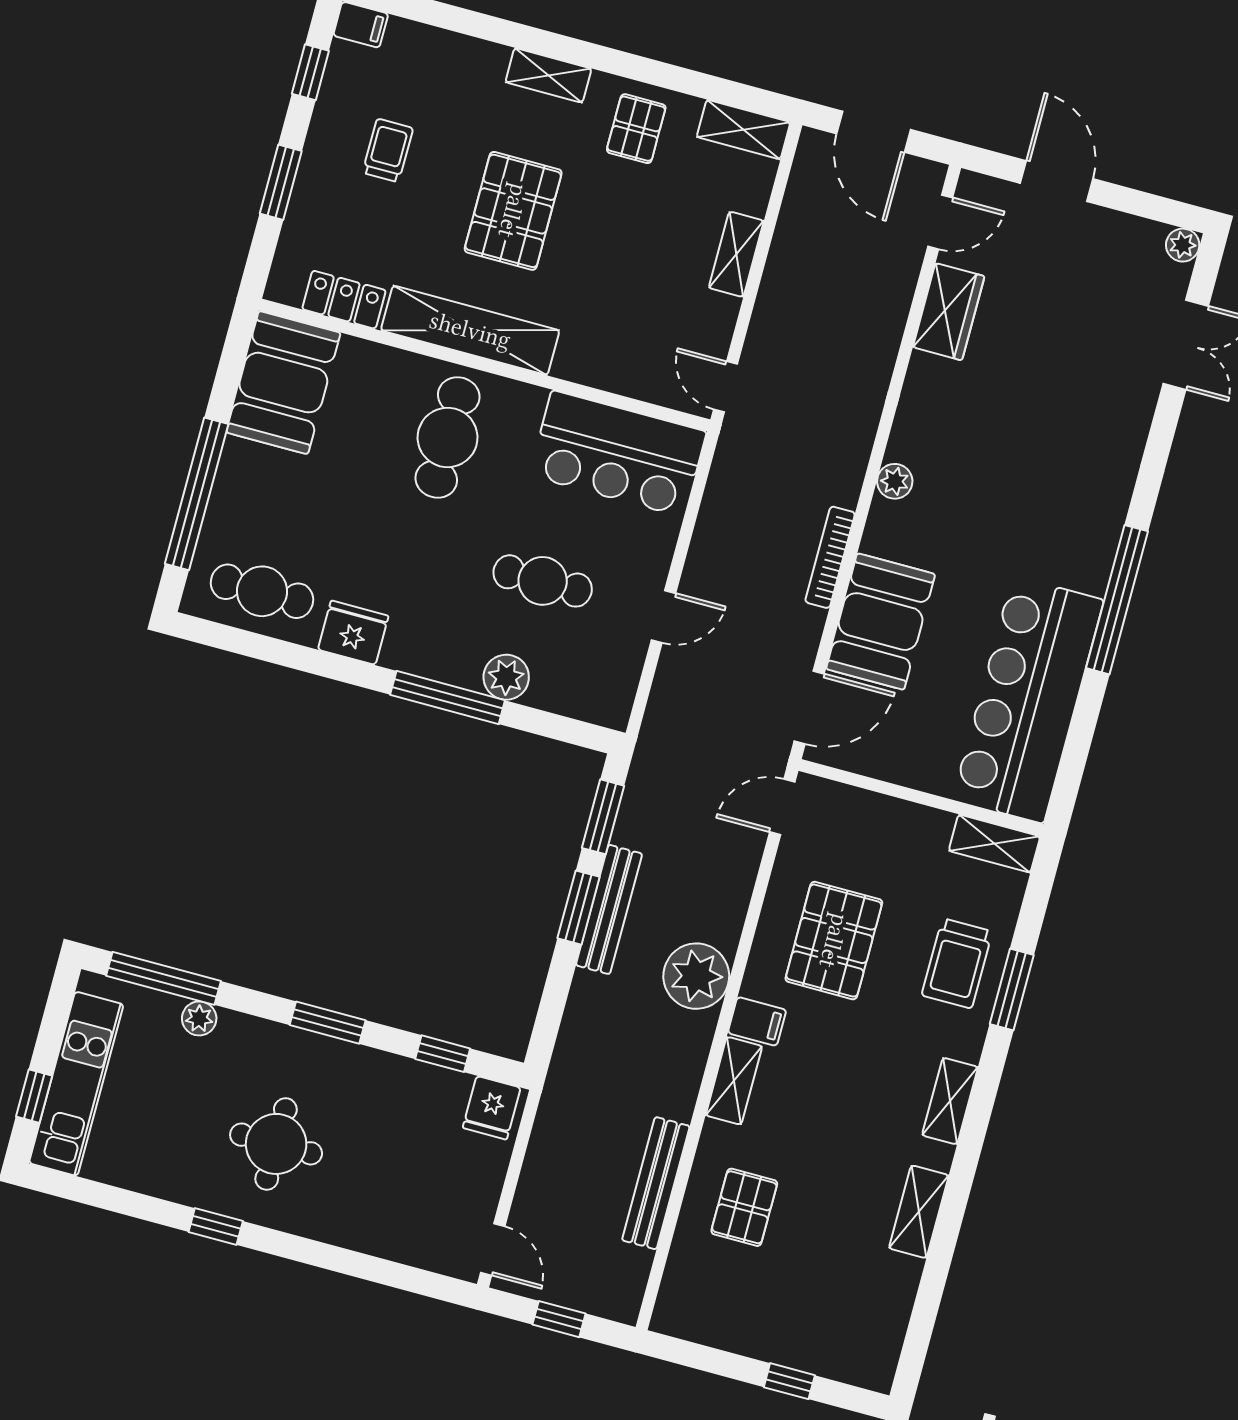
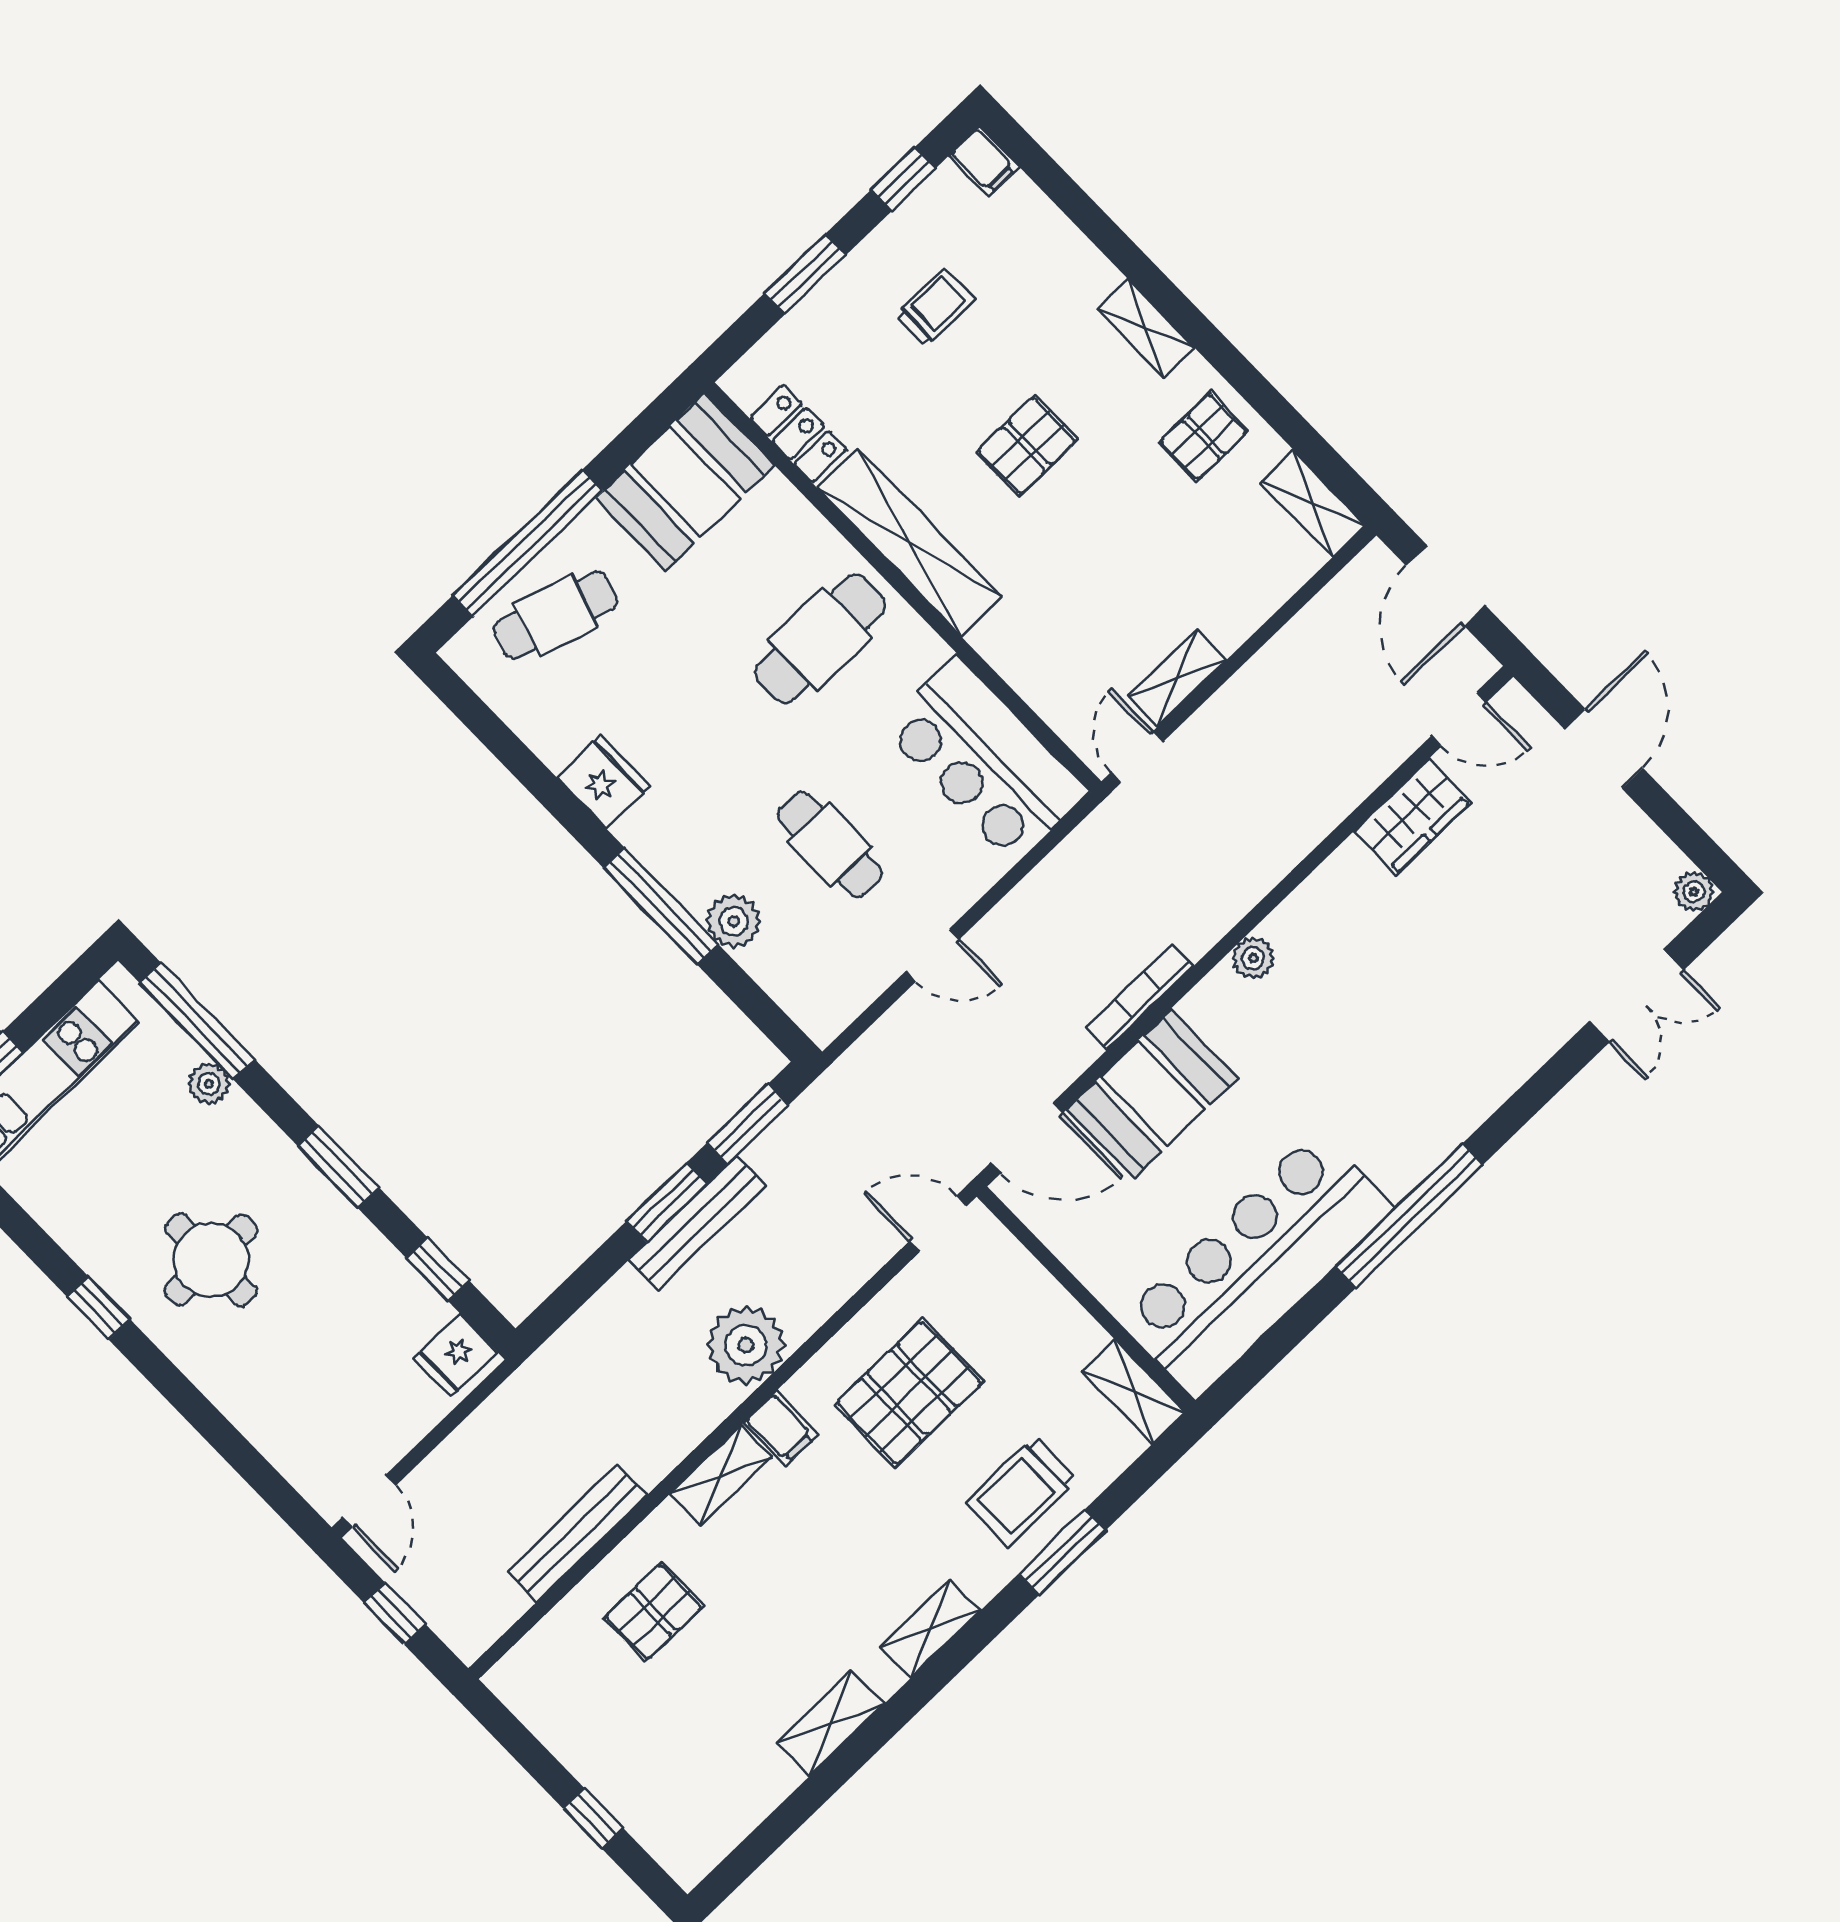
pallet: (513, 211) -> (1027, 446), width x0.67, depth x0.71
shelving: (736, 254) -> (1177, 678), moved
cafe table: (262, 591) -> (556, 615), moved, turned -73

